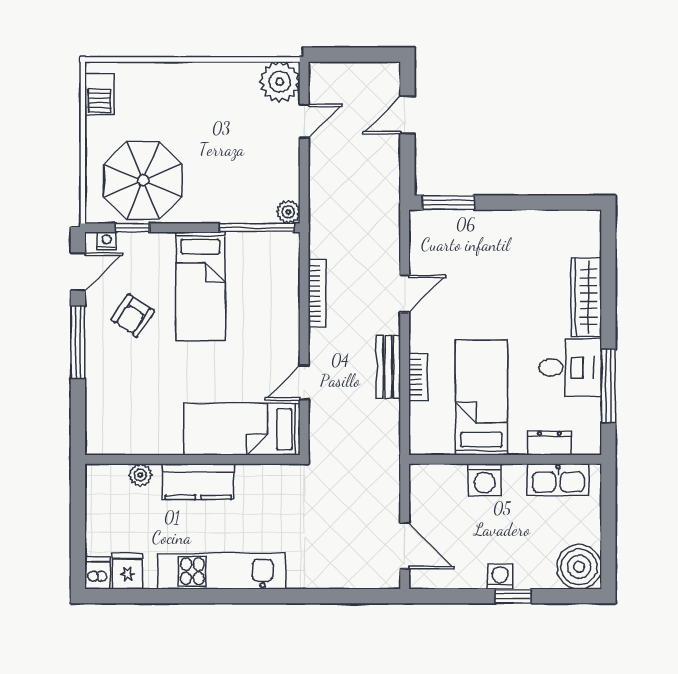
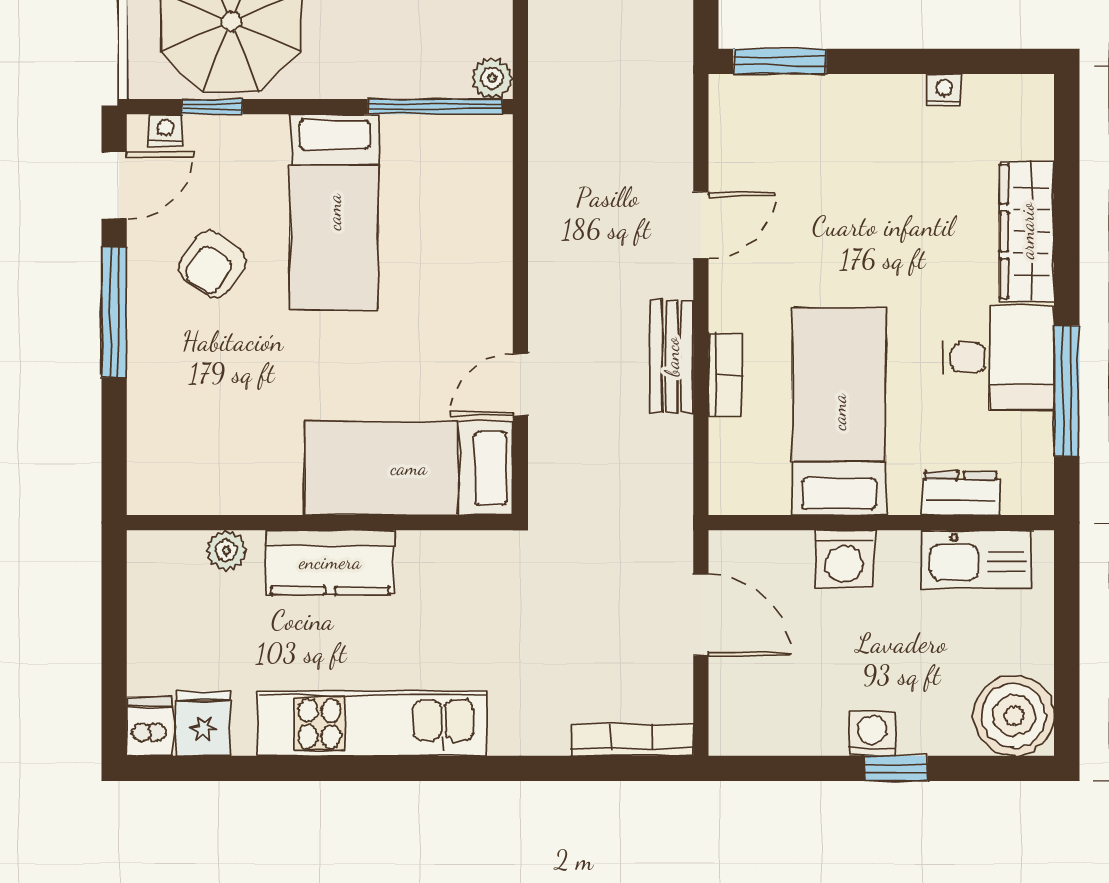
nightstand: (540, 219) -> (944, 90), added
bookcase: (317, 293) -> (632, 740), moved, turned -90
door: (405, 546) -> (701, 615), moved

